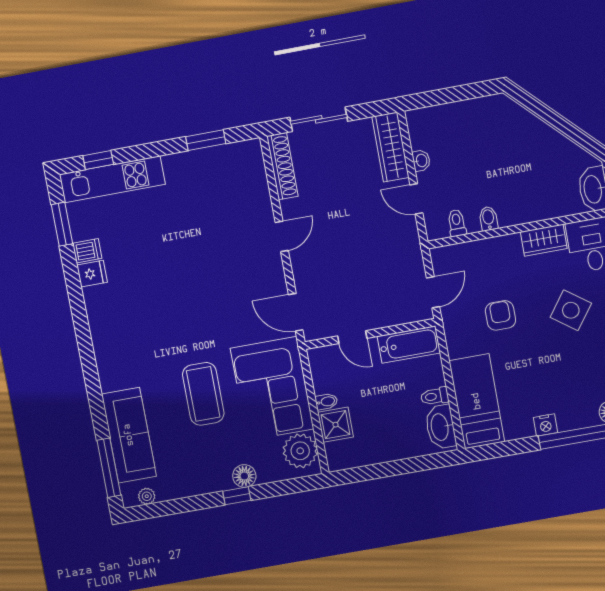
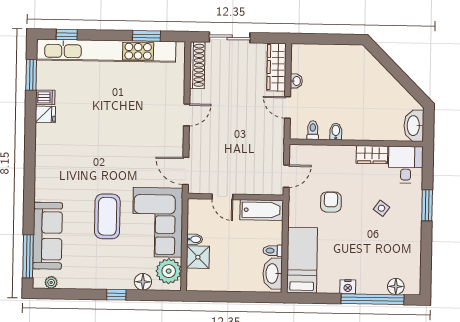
kitchen unit: (112, 179) -> (106, 51), width x1.86
side table: (571, 310) -> (381, 208), width x0.54, depth x0.54
floor lamp: (244, 476) -> (143, 282), moved

